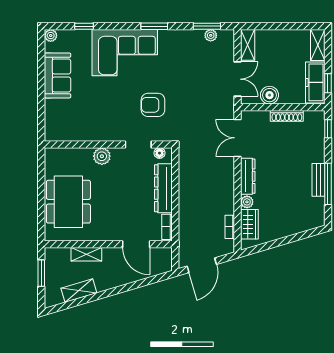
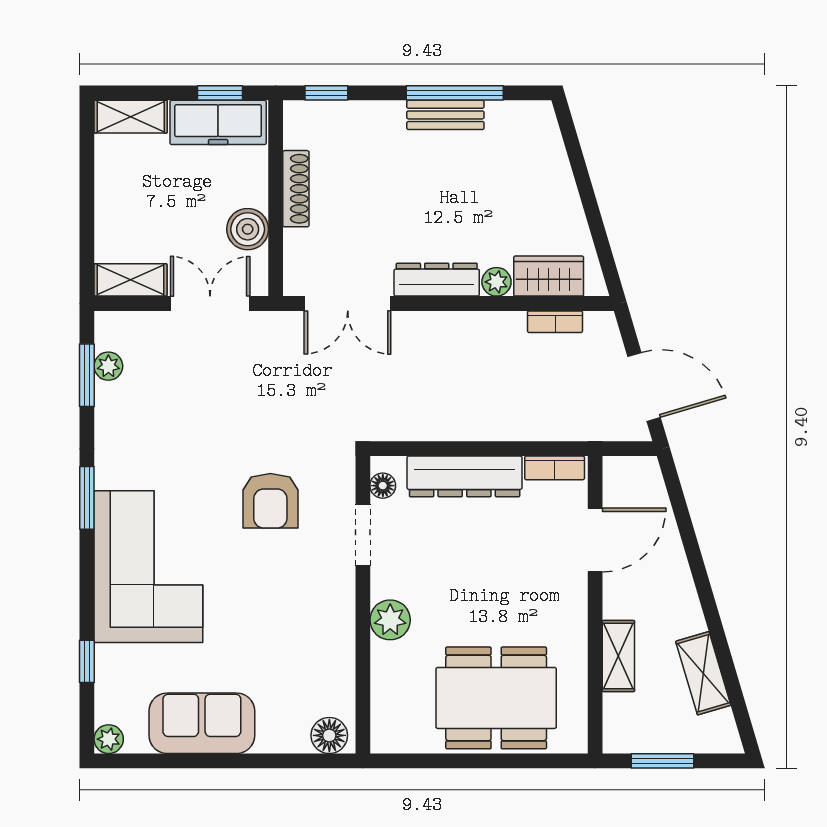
floor lamp: (52, 130) -> (329, 735), added

